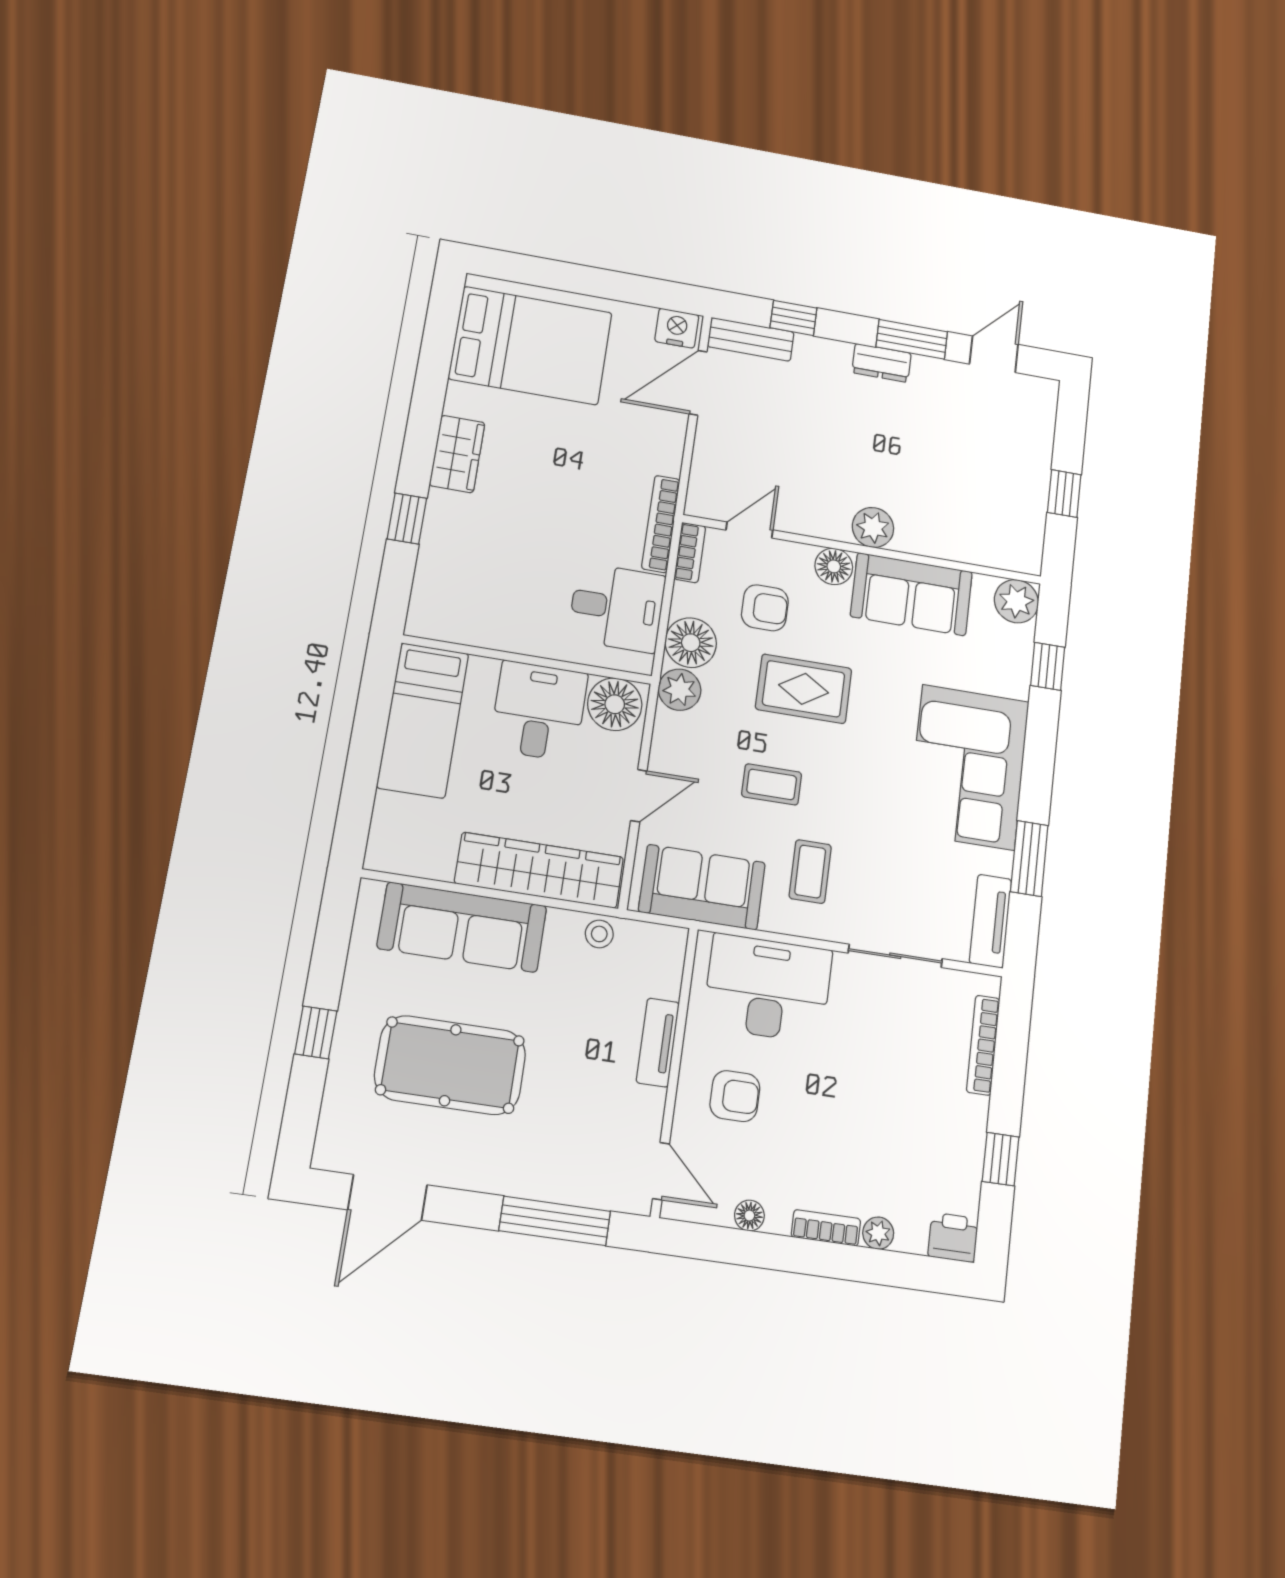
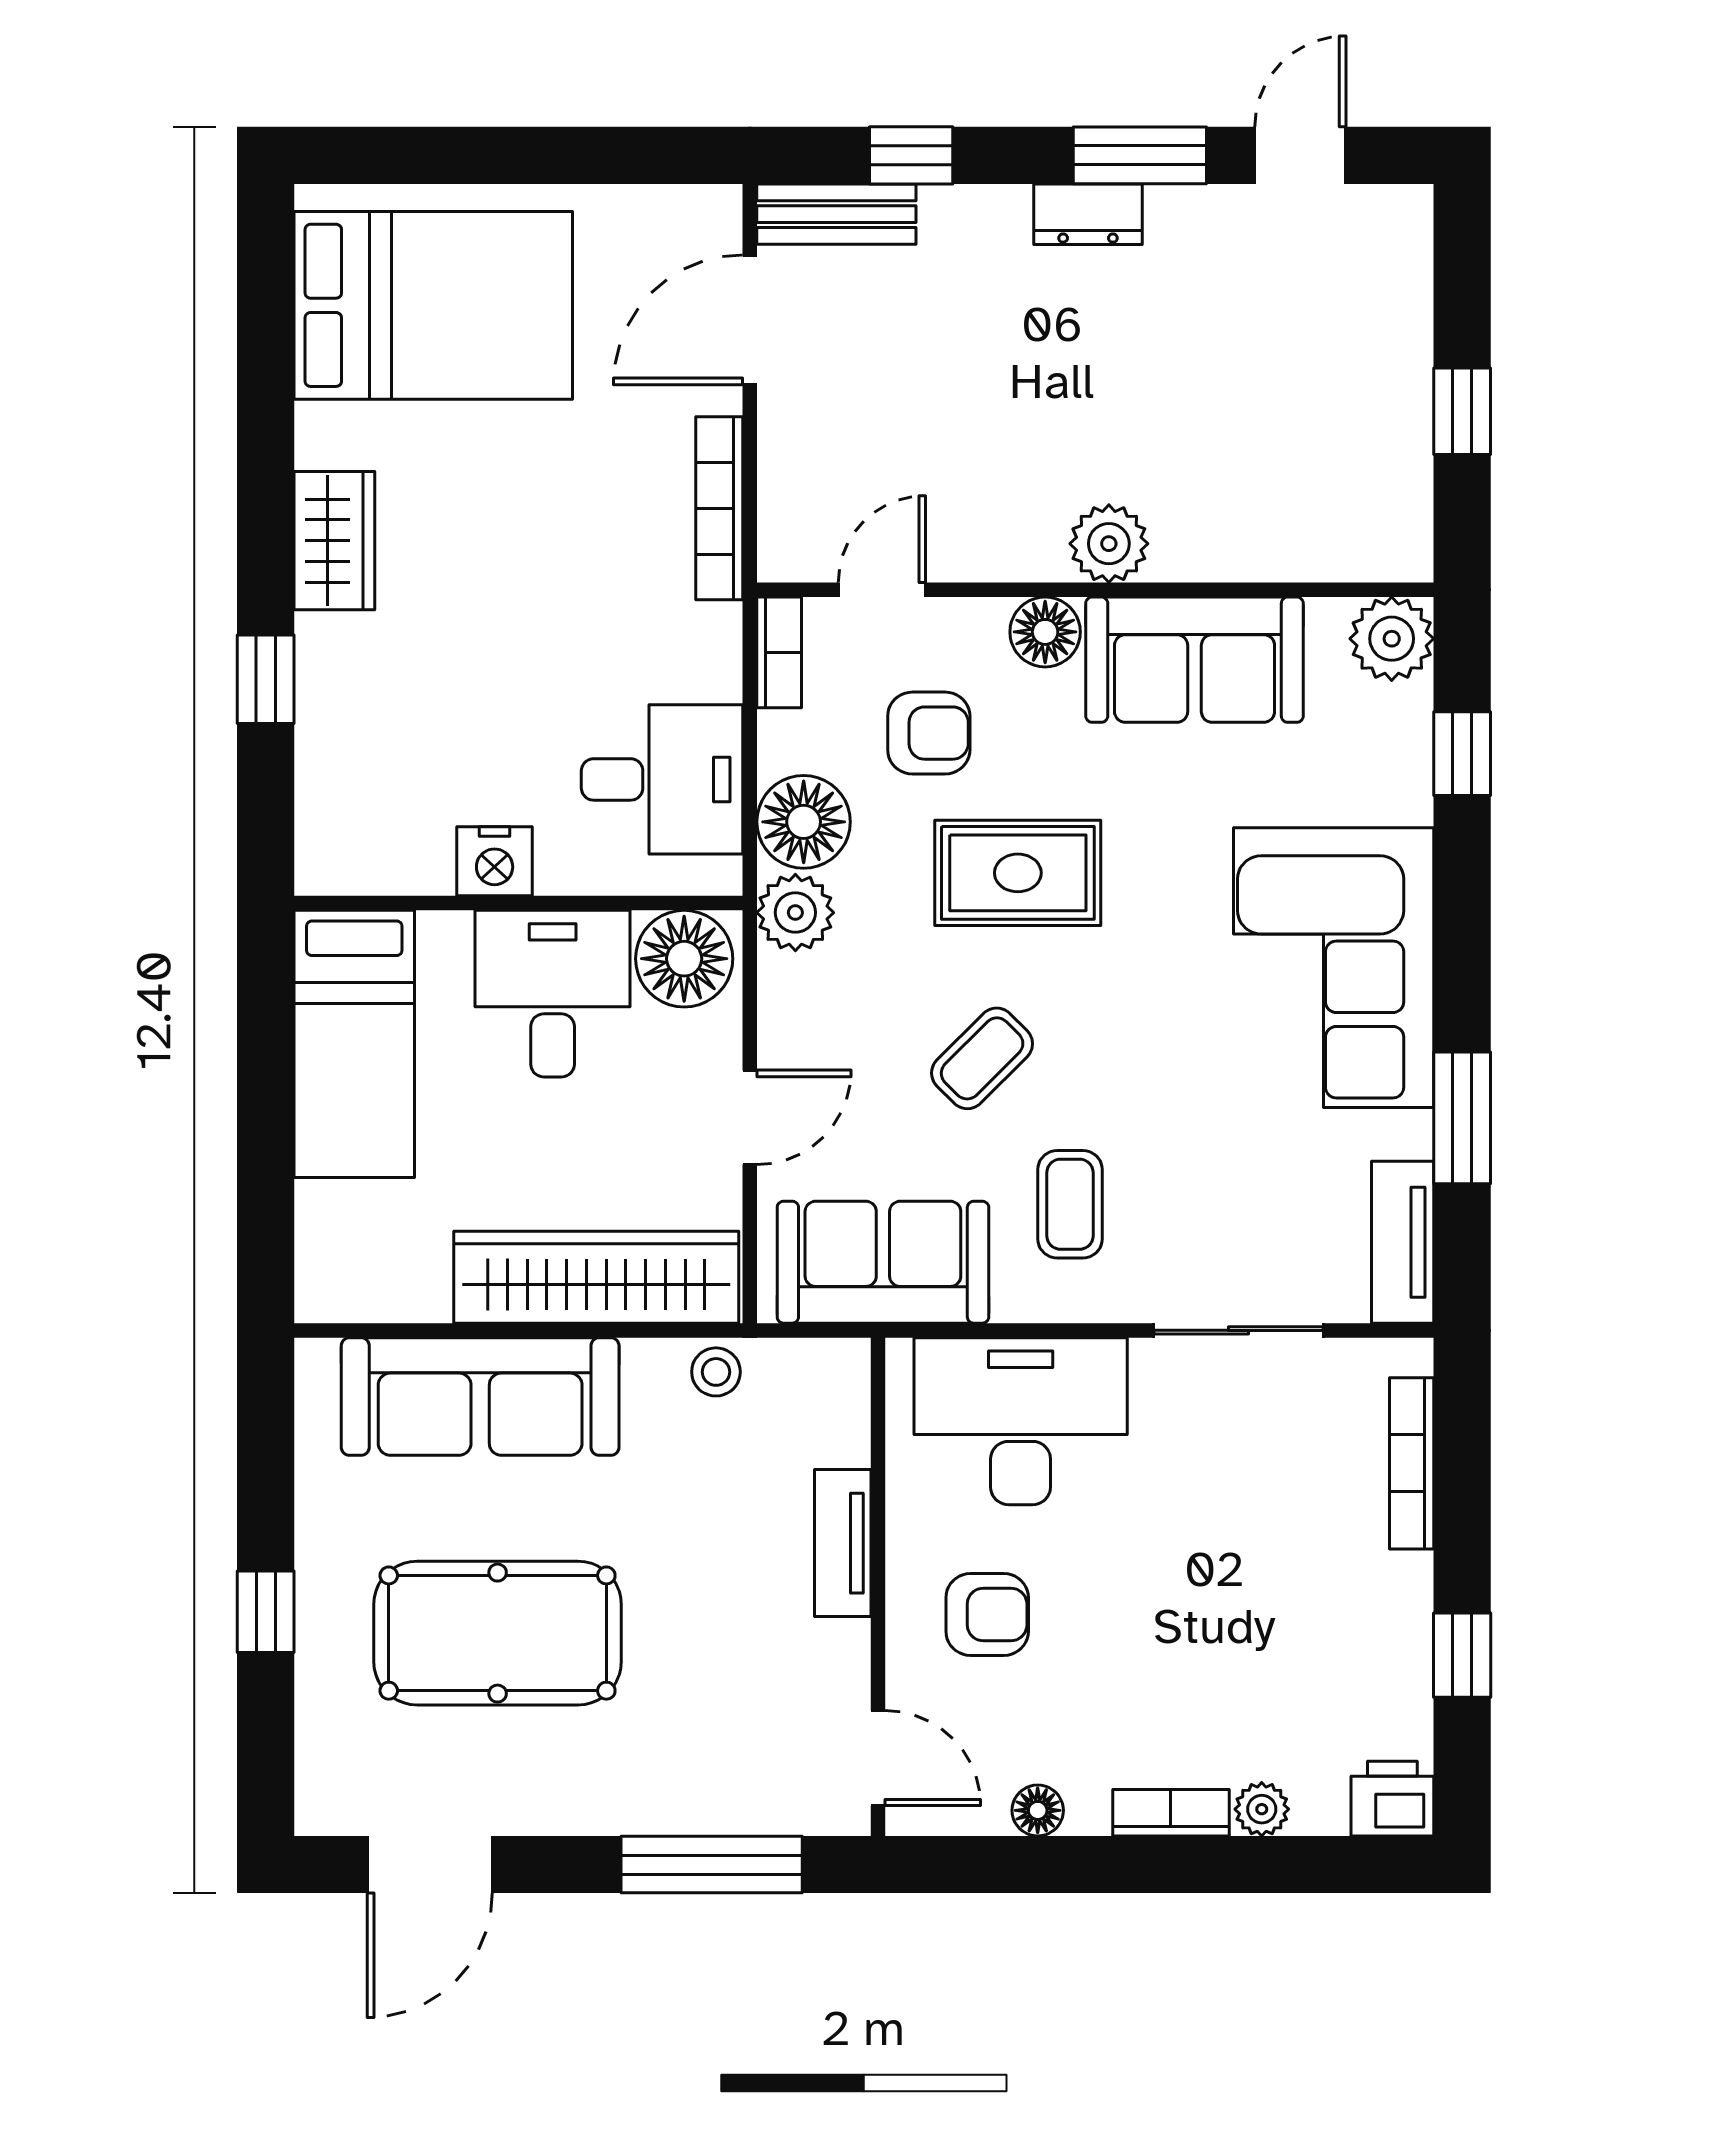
nightstand: (677, 328) -> (495, 861), moved, turned 180
bookcase: (661, 524) -> (719, 508), moved
coffee table: (772, 784) -> (982, 1058), turned -45

